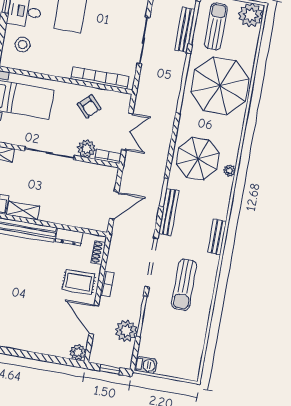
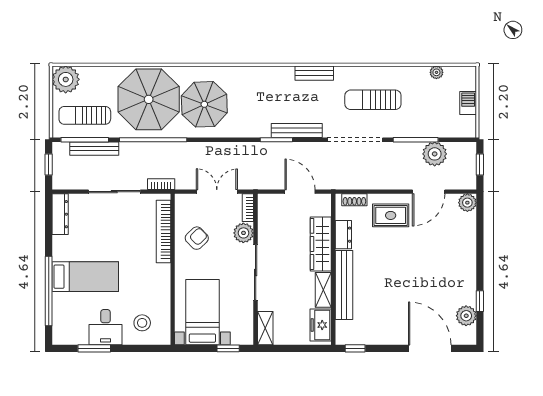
parasol: (198, 159) -> (204, 104), moved
plant: (229, 171) -> (436, 72), moved
wardrobe: (64, 216) -> (321, 244), added
rug: (79, 282) -> (391, 215), turned 90
bookcase: (107, 284) -> (161, 184), moved
sun lounger: (184, 285) -> (373, 100), turned 180
barbecue: (146, 365) -> (468, 103), moved

